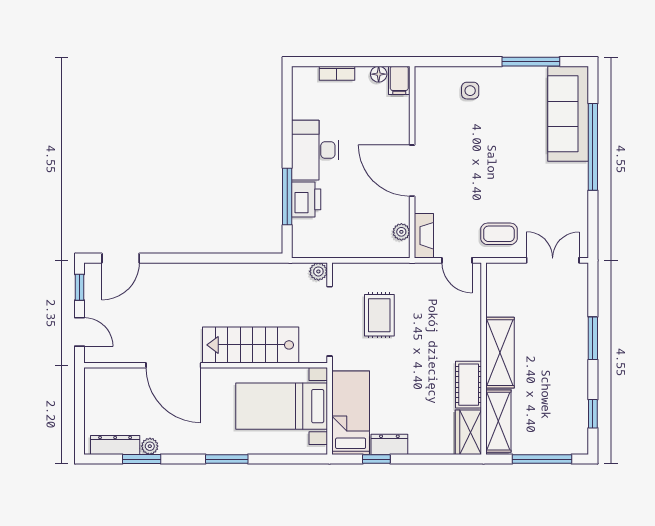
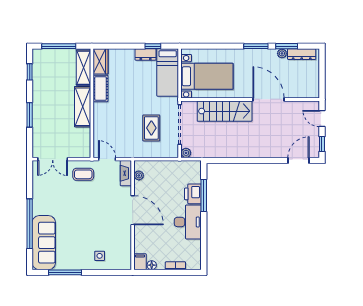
window: (227, 459) -> (256, 46), moved

